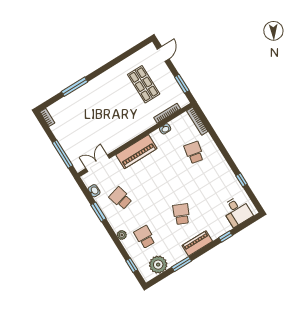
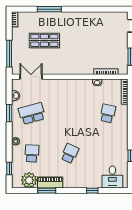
shop shelf: (144, 84) -> (44, 40), moved, turned 90
piano: (136, 152) -> (65, 86), removed
school desk: (121, 198) -> (32, 113), width x1.85
piano: (197, 243) -> (50, 183), moved

